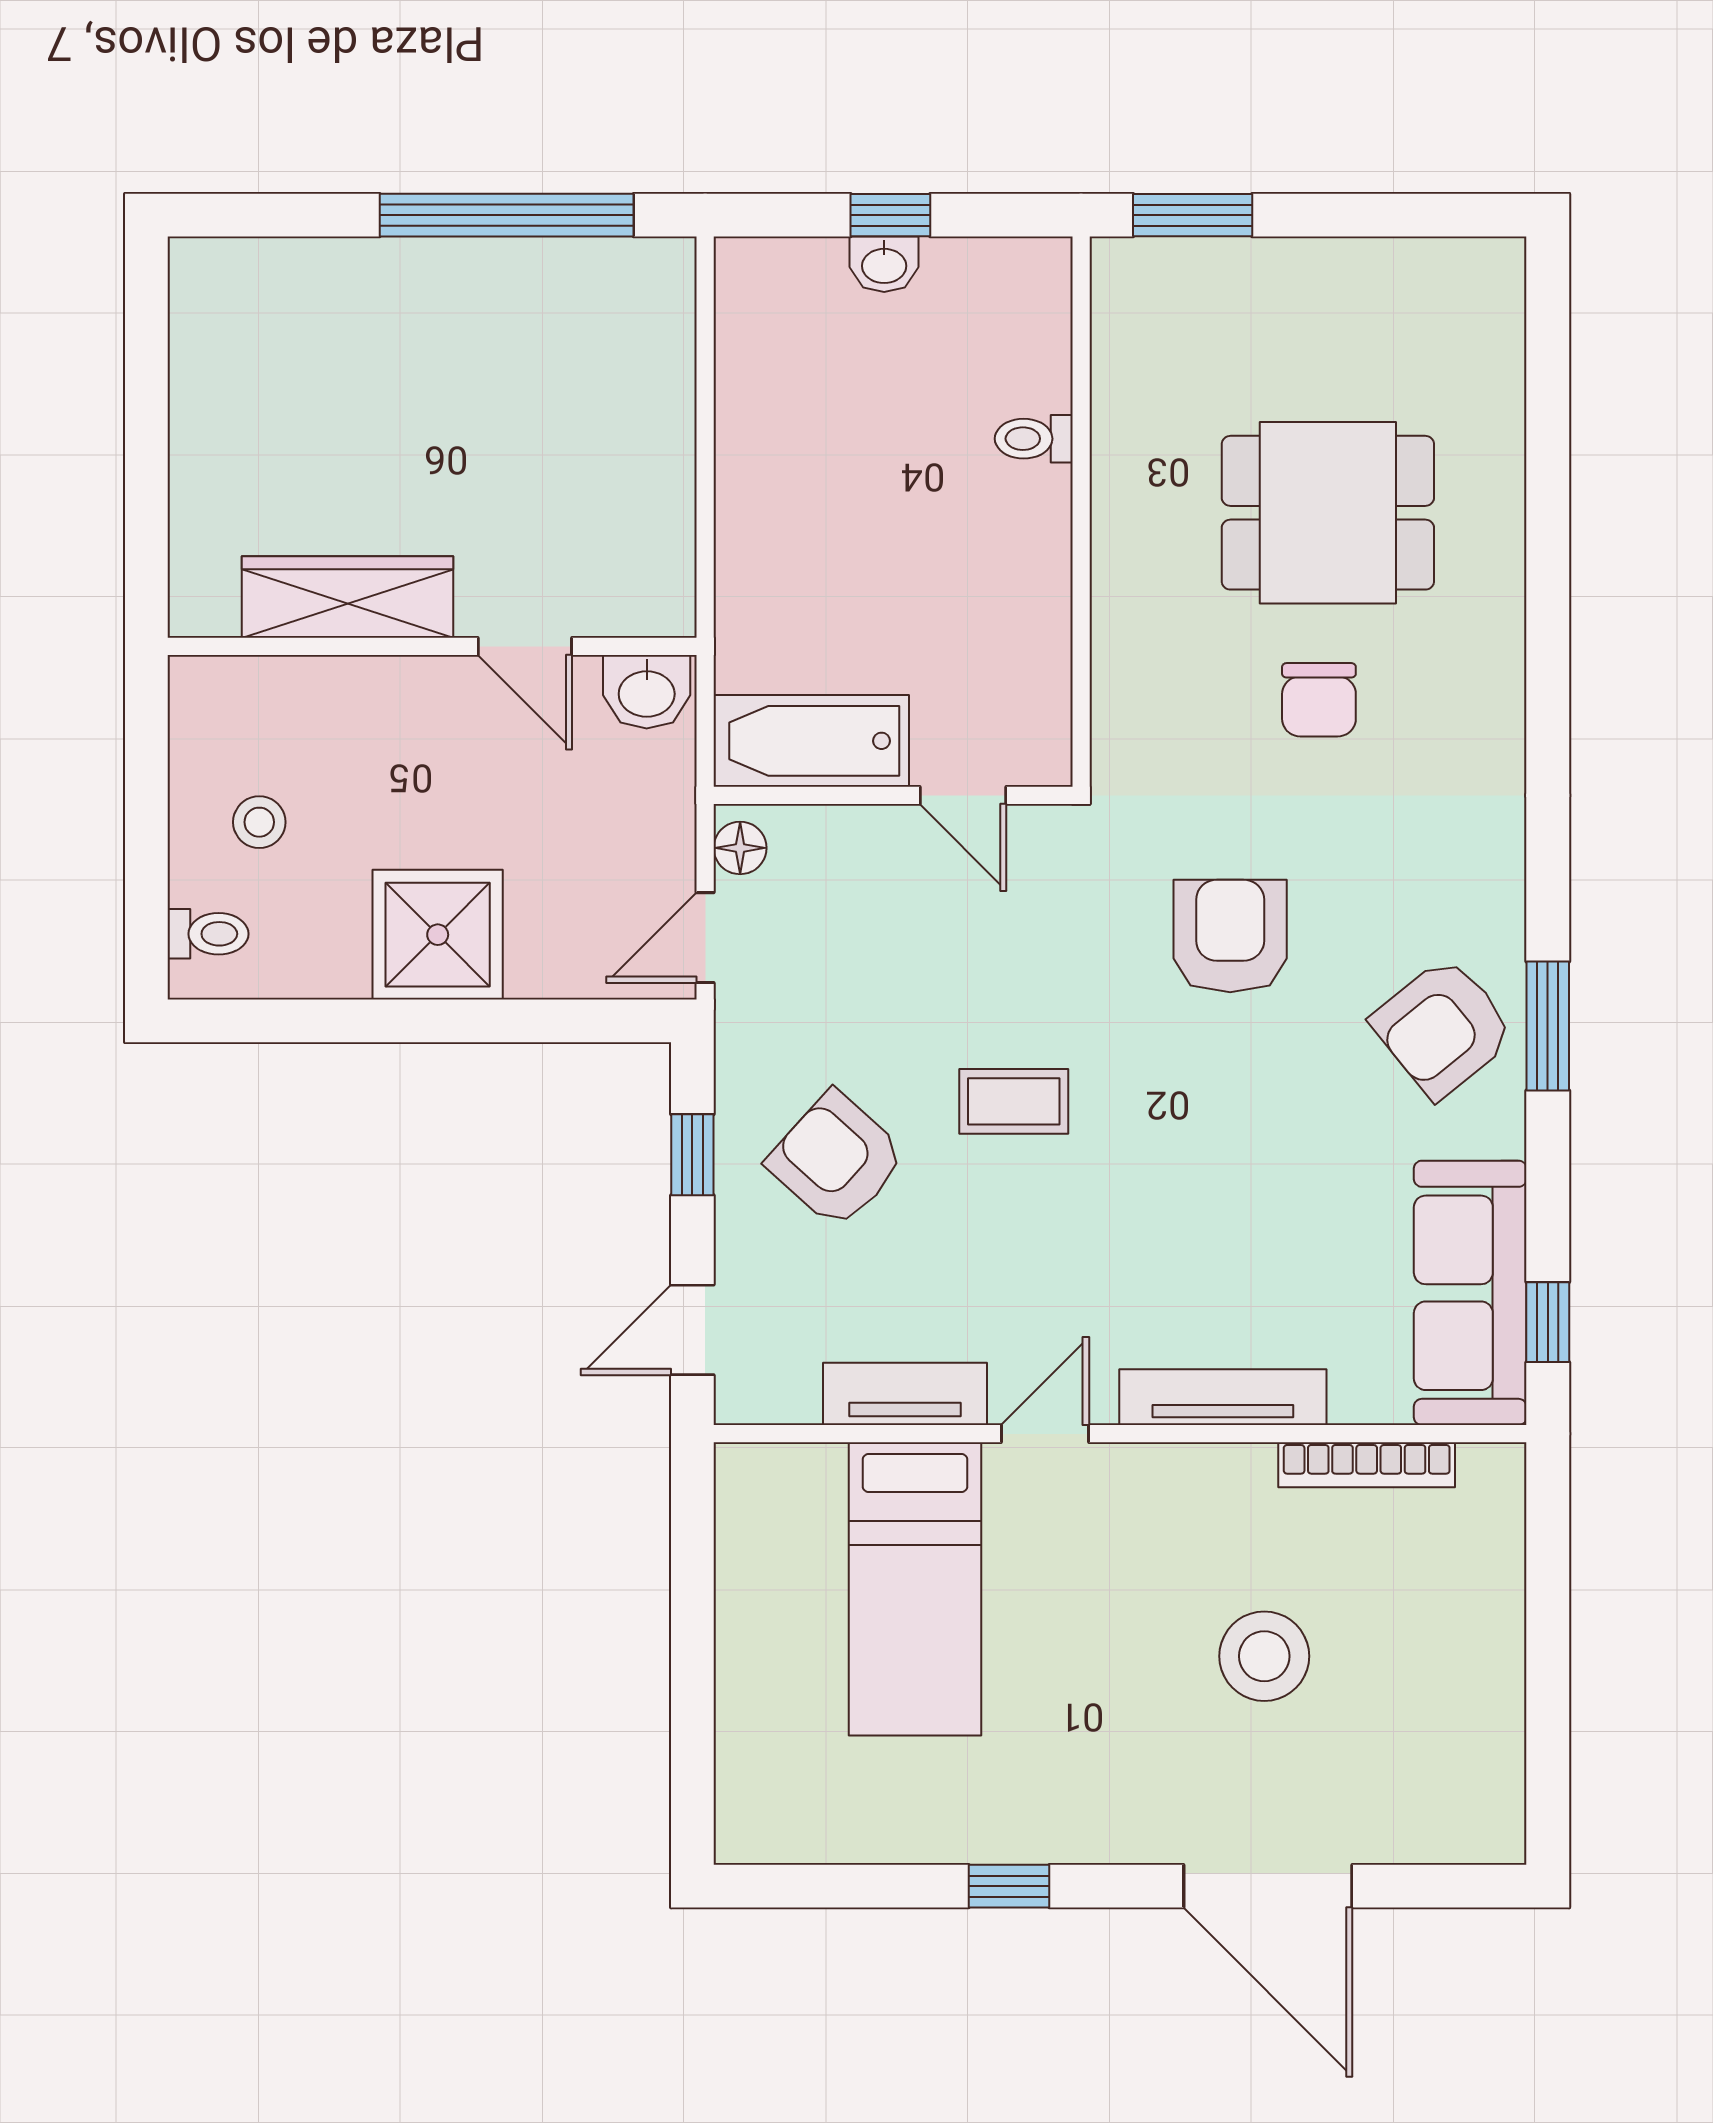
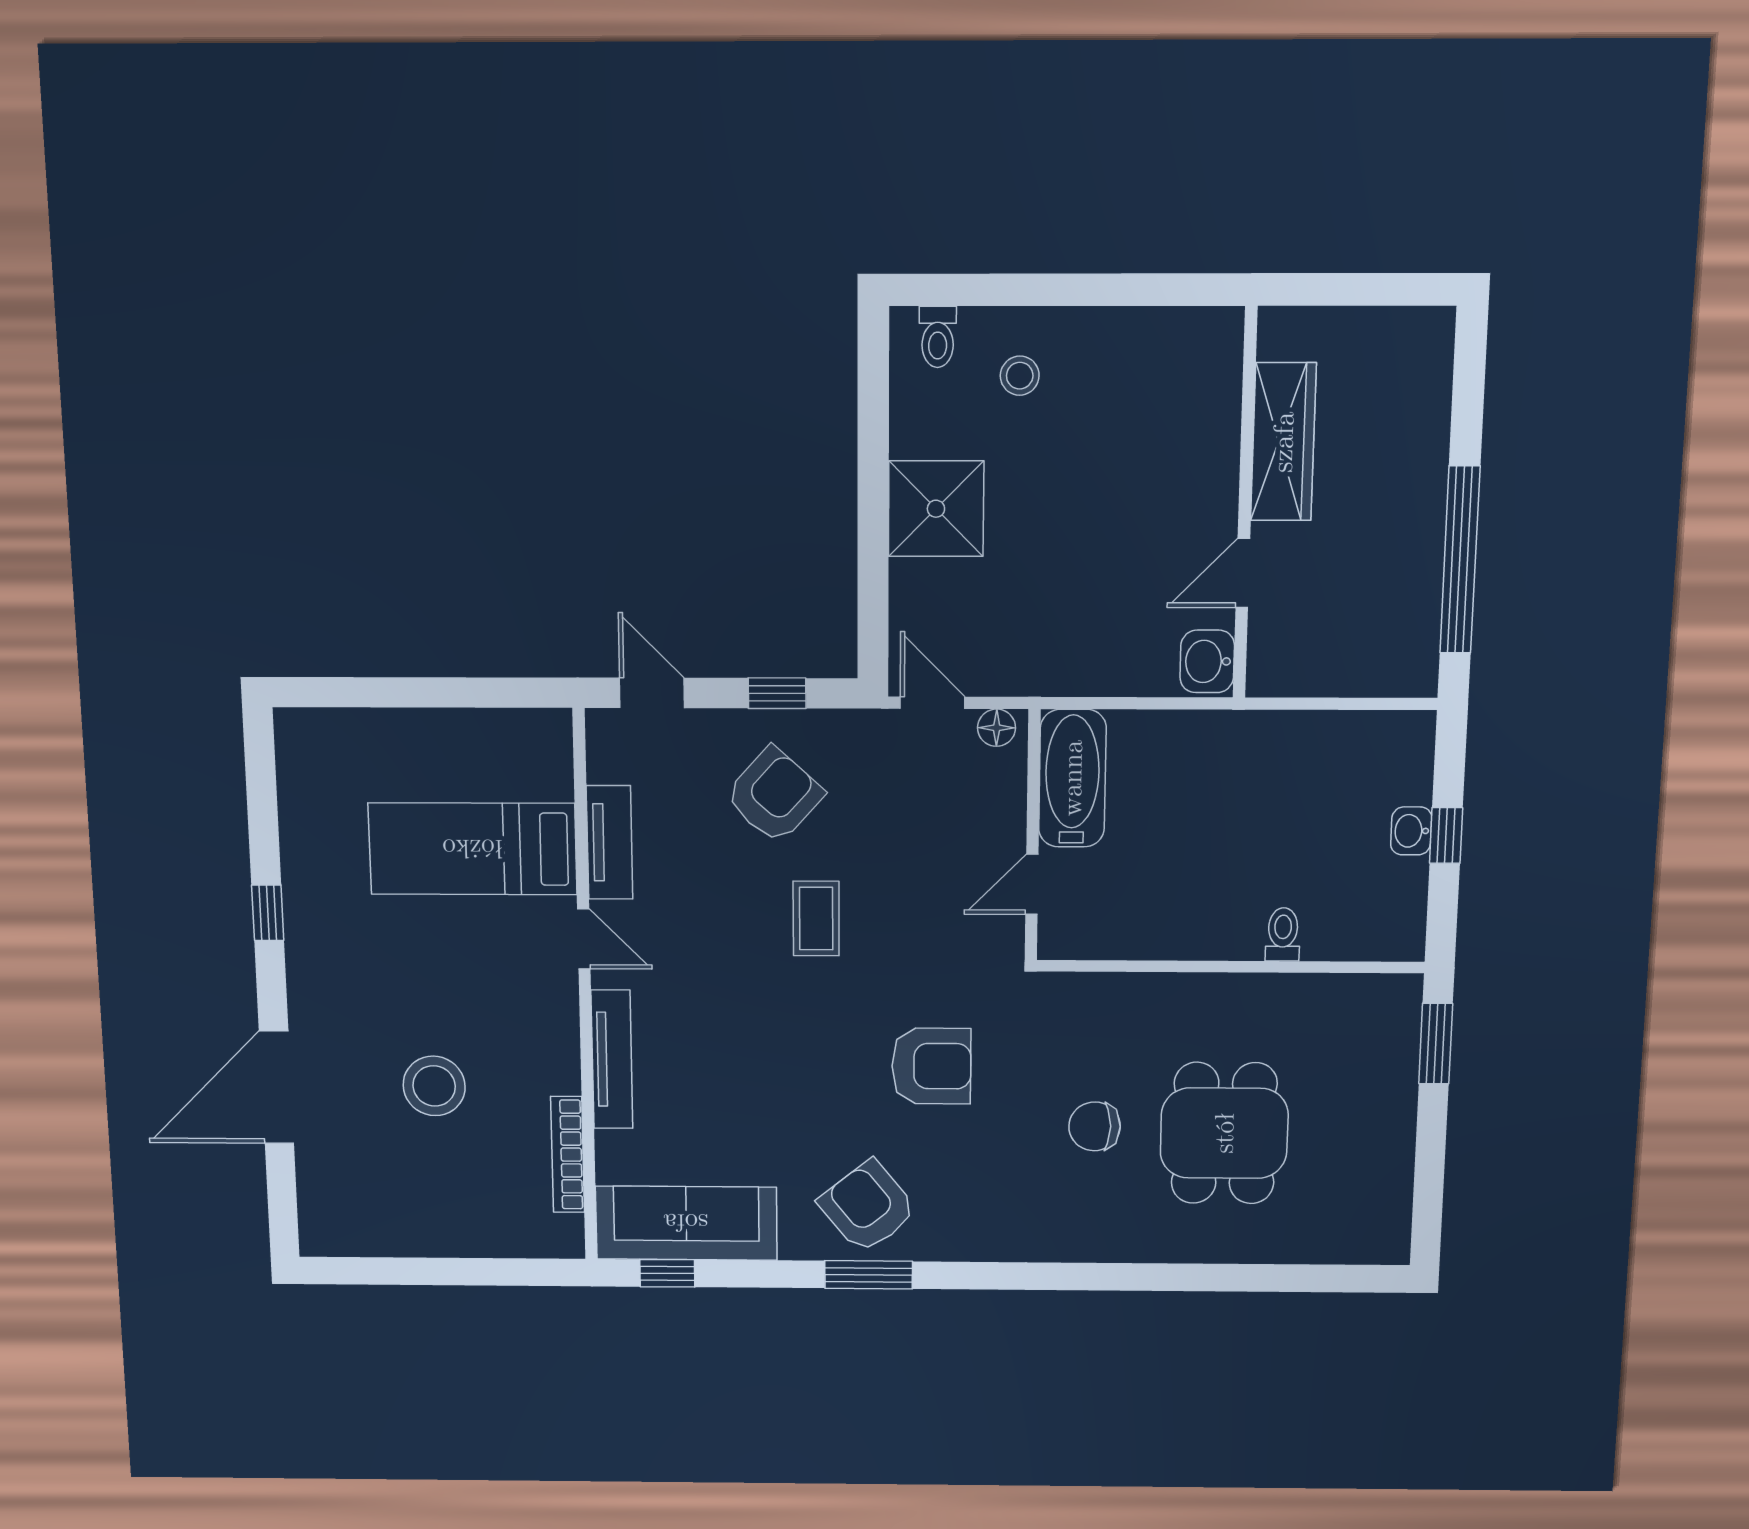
wardrobe: (347, 597) -> (1283, 442), moved
wall: (432, 646) -> (1245, 505), moved
door: (525, 646) -> (1243, 573), moved
washbasin: (647, 692) -> (1207, 661), moved

